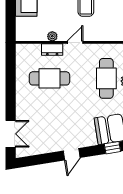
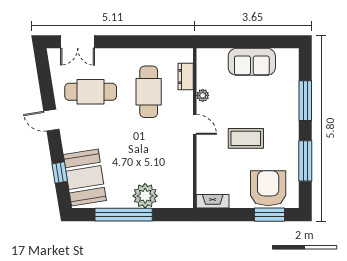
dresser: (52, 50) -> (186, 77), moved
cafe table: (106, 78) -> (91, 92), moved

